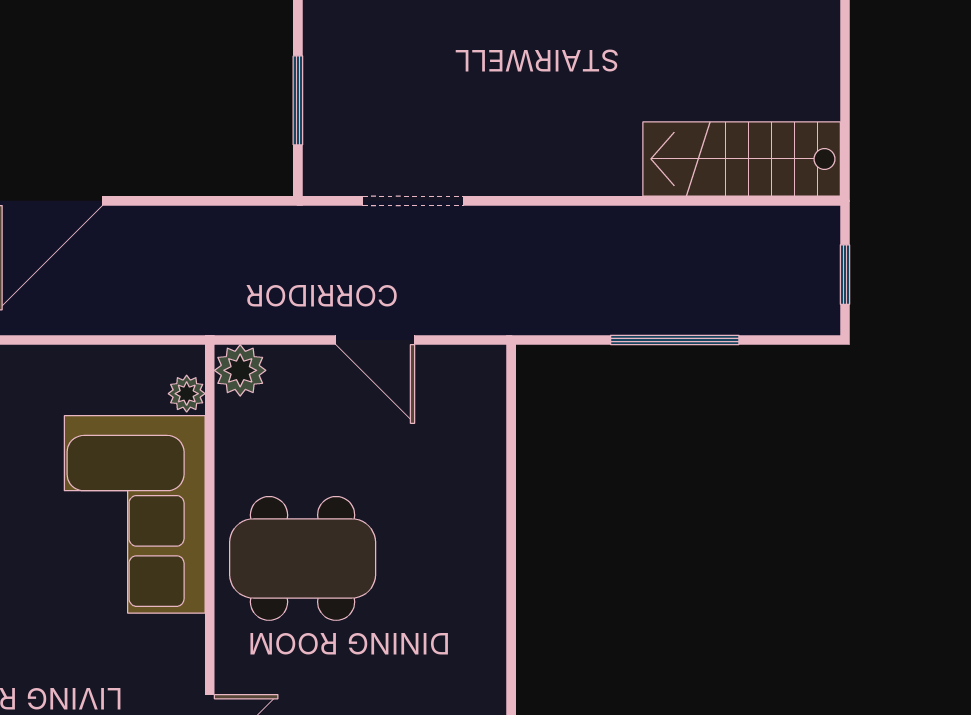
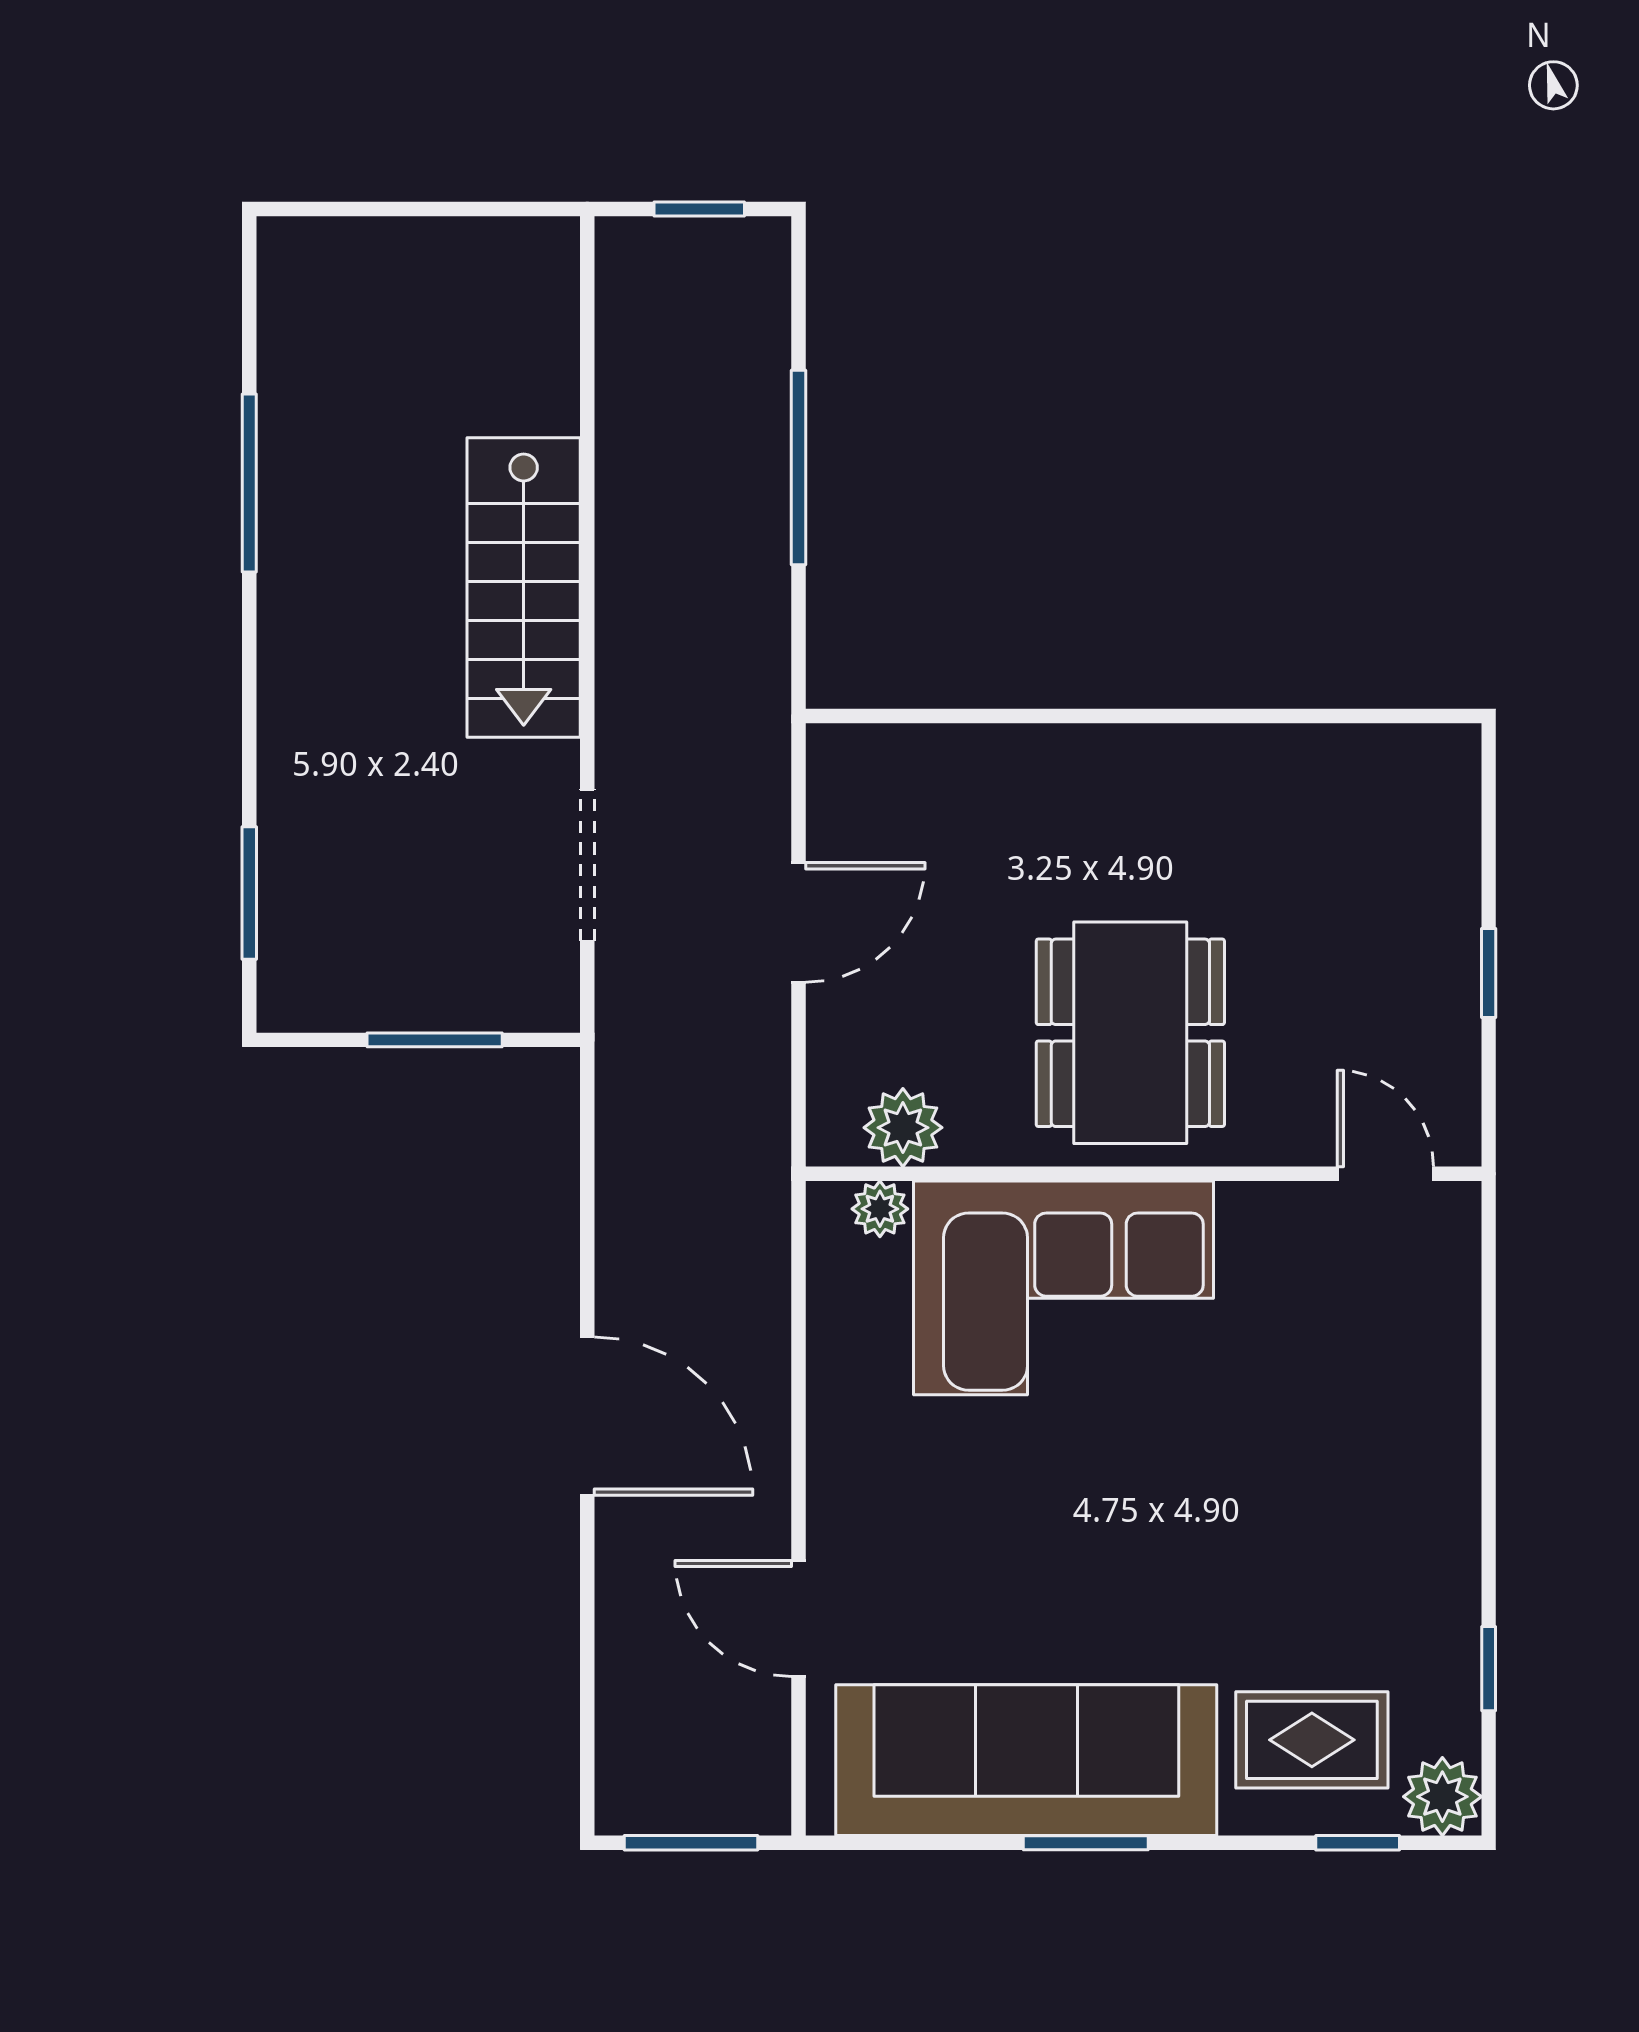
stairs: (742, 159) -> (524, 587), moved
plant: (240, 370) -> (903, 1128), moved

